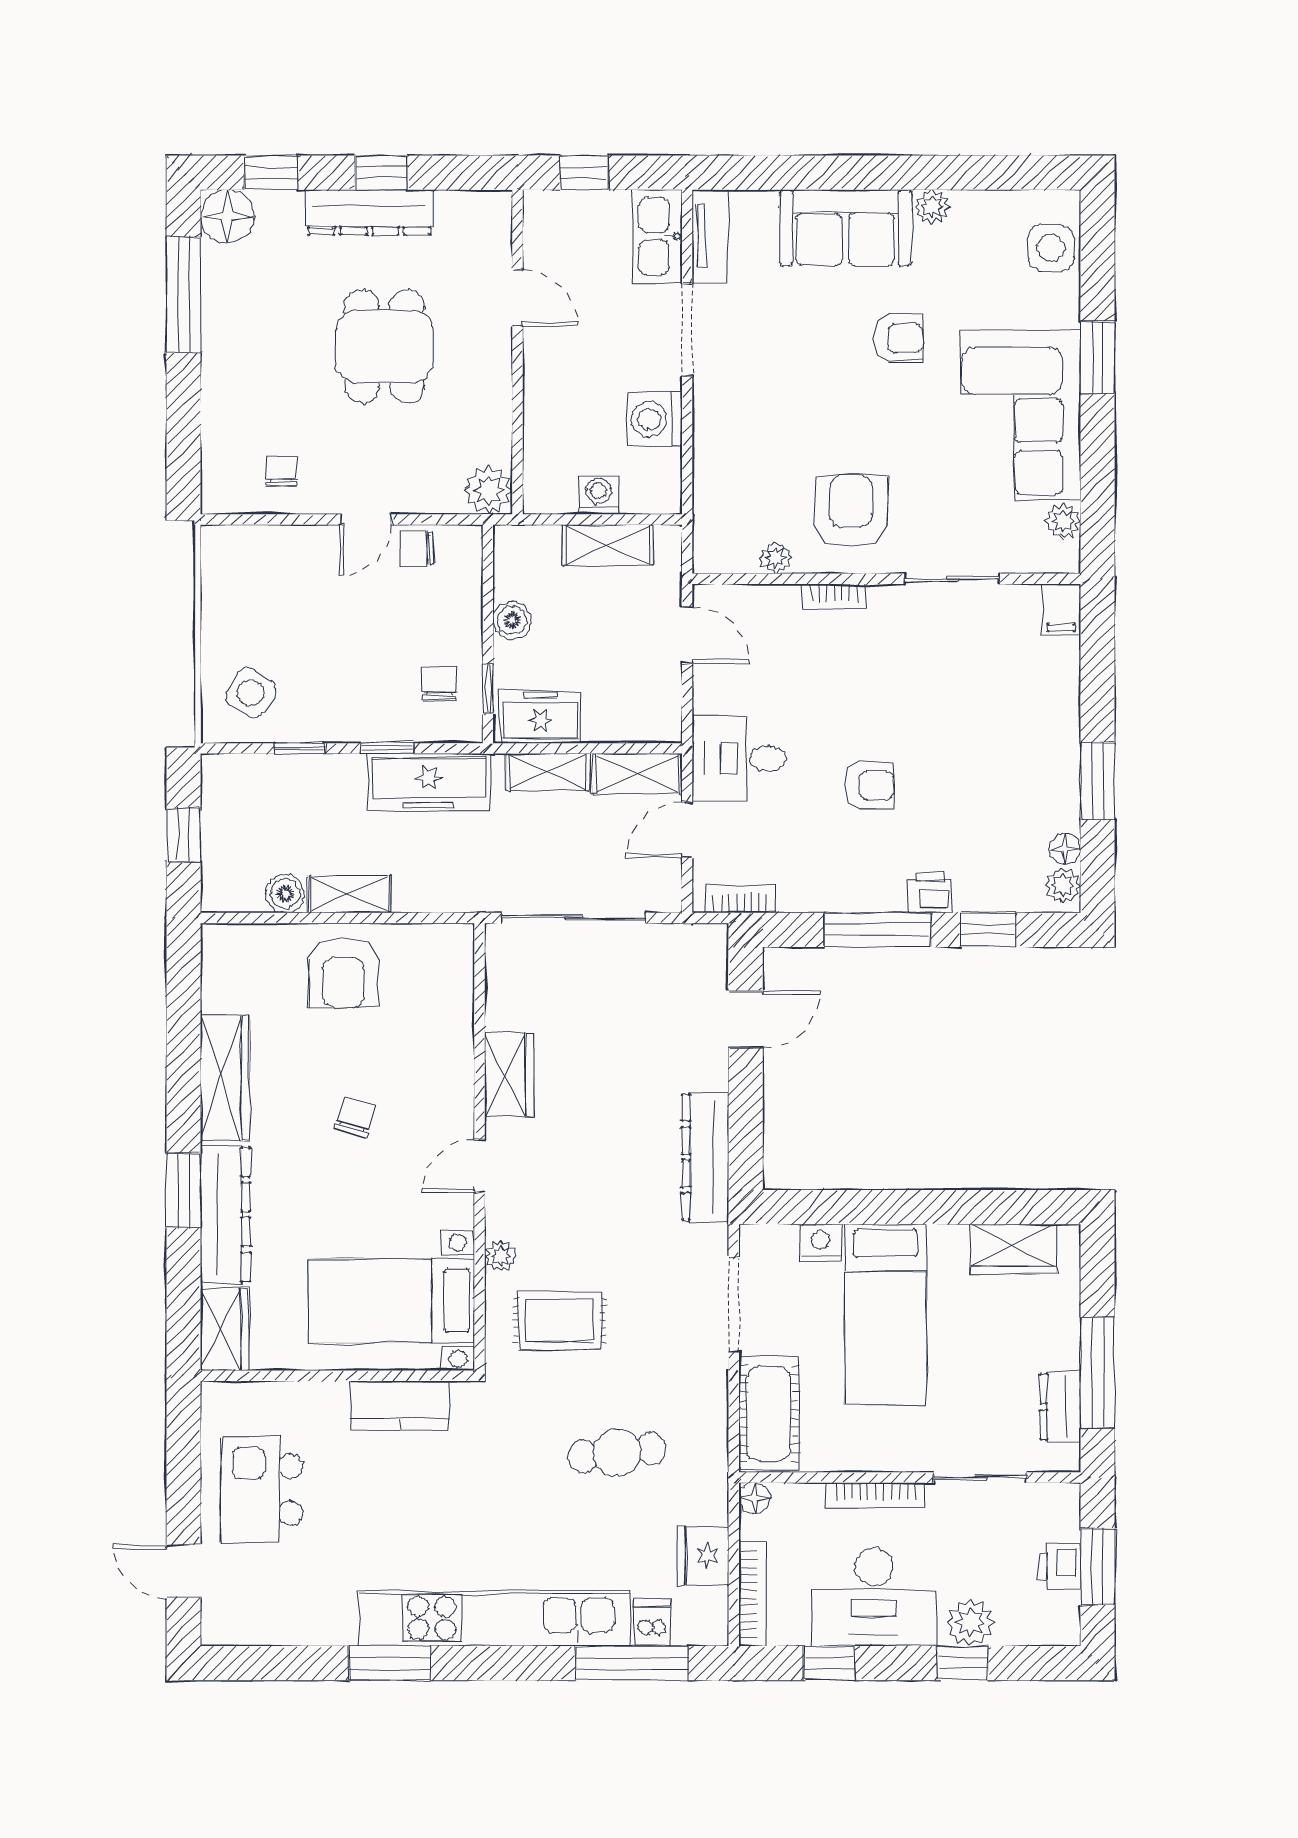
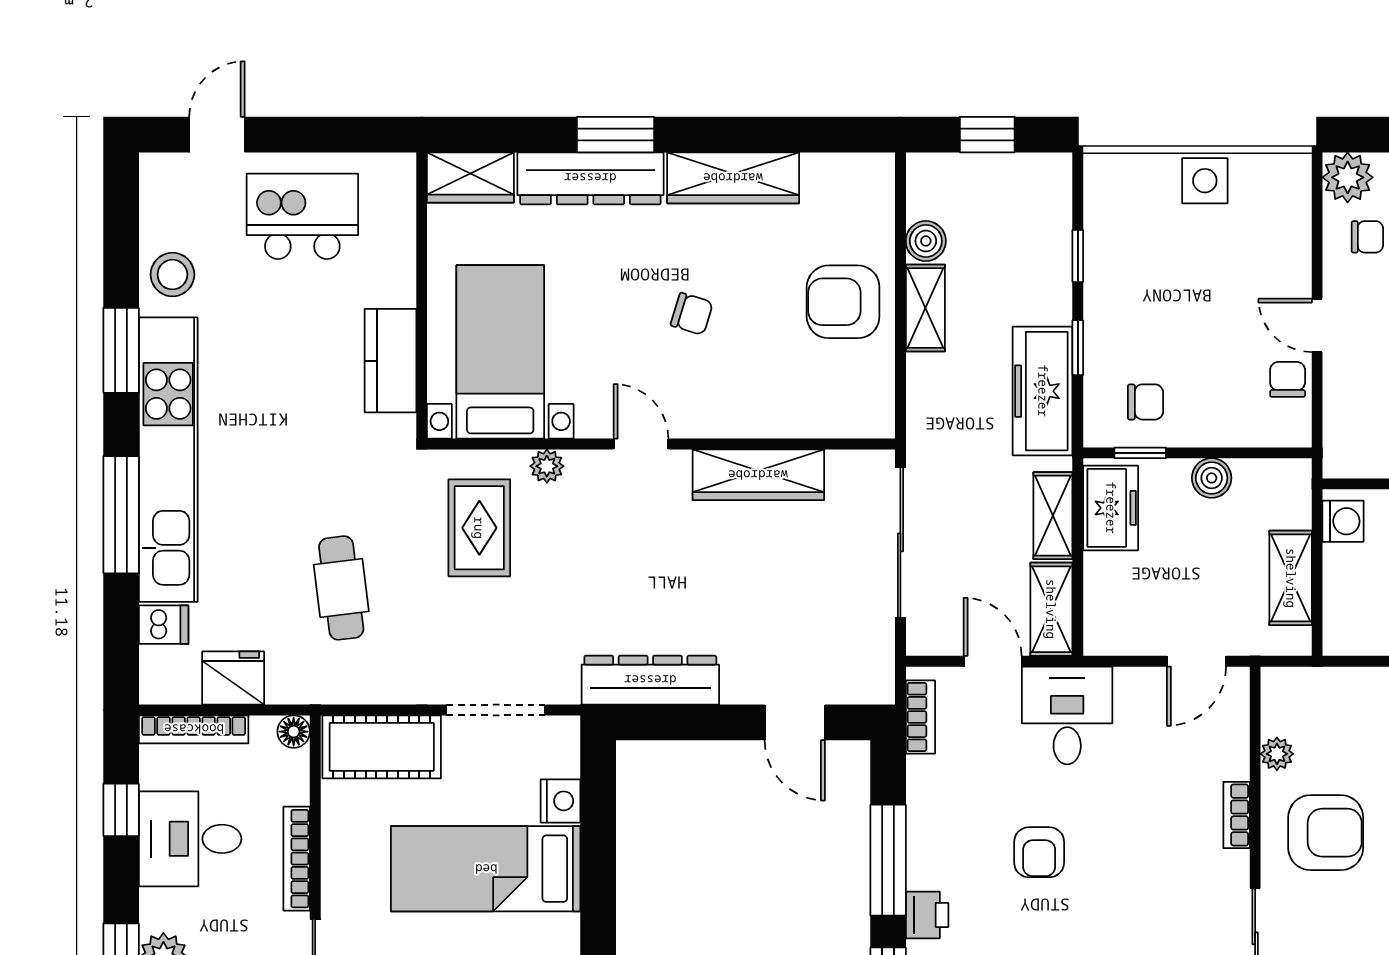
plant: (488, 490) -> (1348, 177), moved
washing machine: (599, 495) -> (1343, 521), moved
side table: (251, 693) -> (1205, 181), moved, turned -34
wardrobe: (509, 1075) -> (758, 475), width x1.50
desk: (874, 1597) -> (190, 839), width x0.73
stool: (317, 1614) -> (172, 275), added
window: (632, 1663) -> (121, 515), moved

